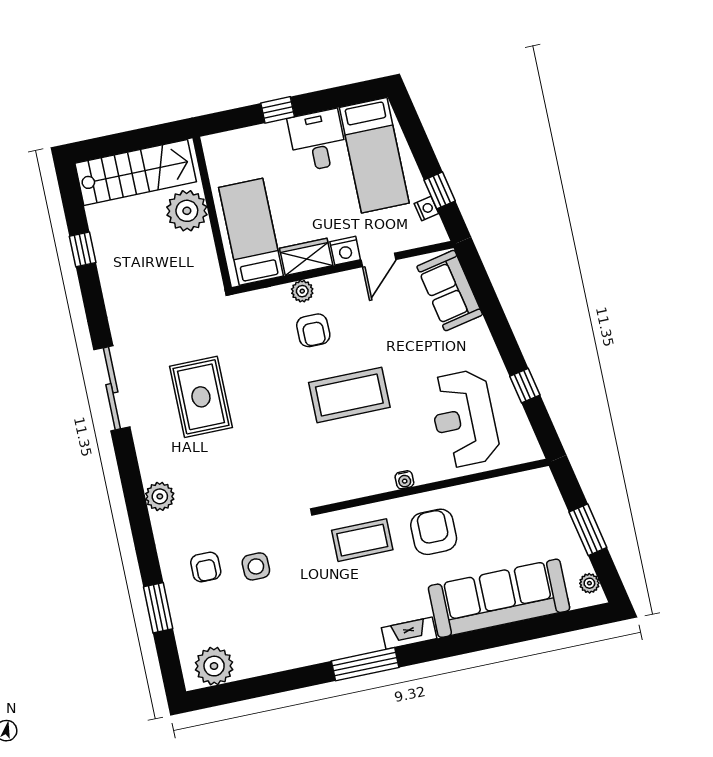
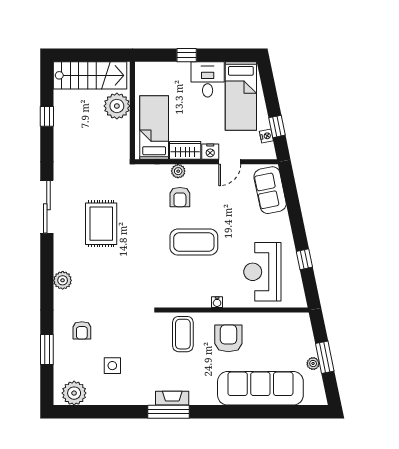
coffee table: (362, 540) -> (183, 334), turned 90
side table: (256, 566) -> (112, 366), moved
plant: (589, 583) -> (313, 364), moved
fireplace: (409, 633) -> (172, 398), moved

